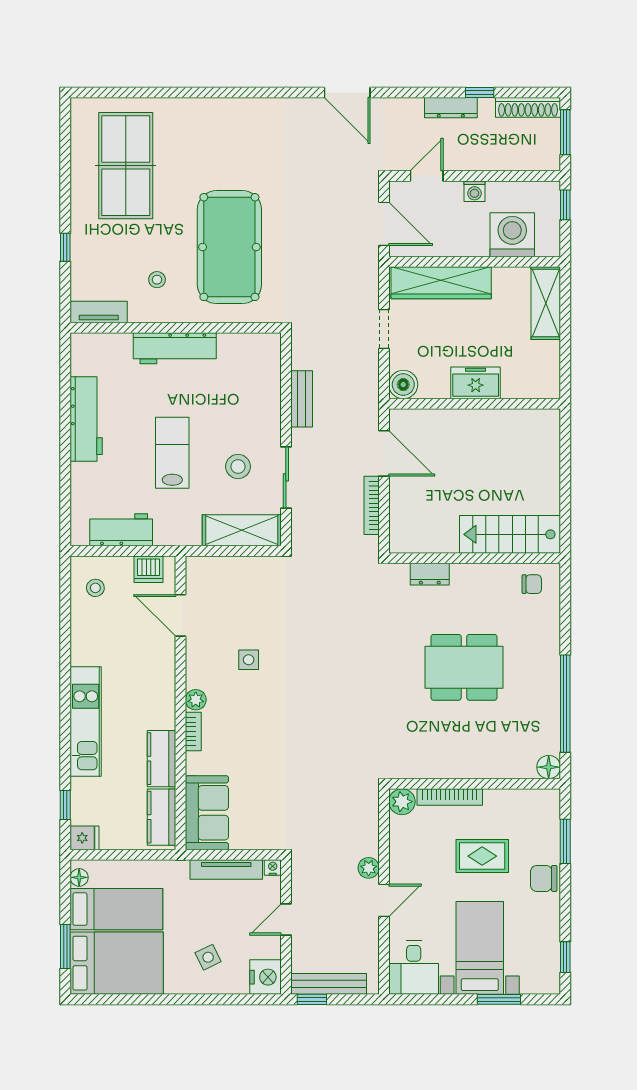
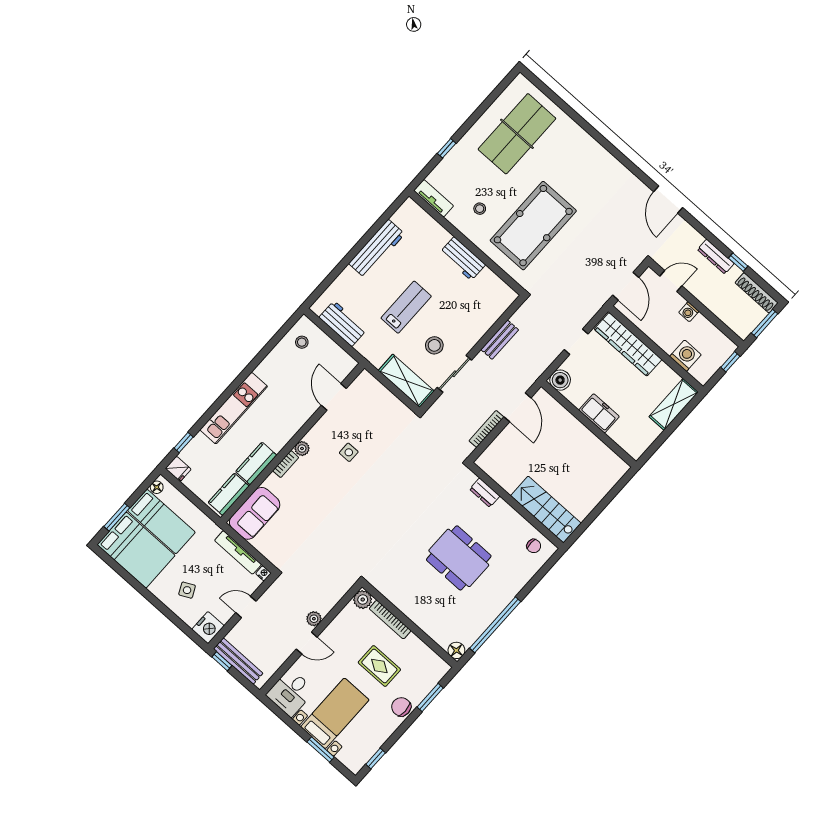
washing machine: (512, 235) -> (685, 356), width x0.73, depth x0.73
workbench: (175, 348) -> (463, 259), width x0.73
dishwasher: (149, 569) -> (339, 357), removed

